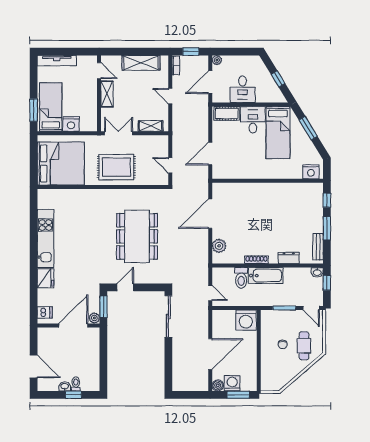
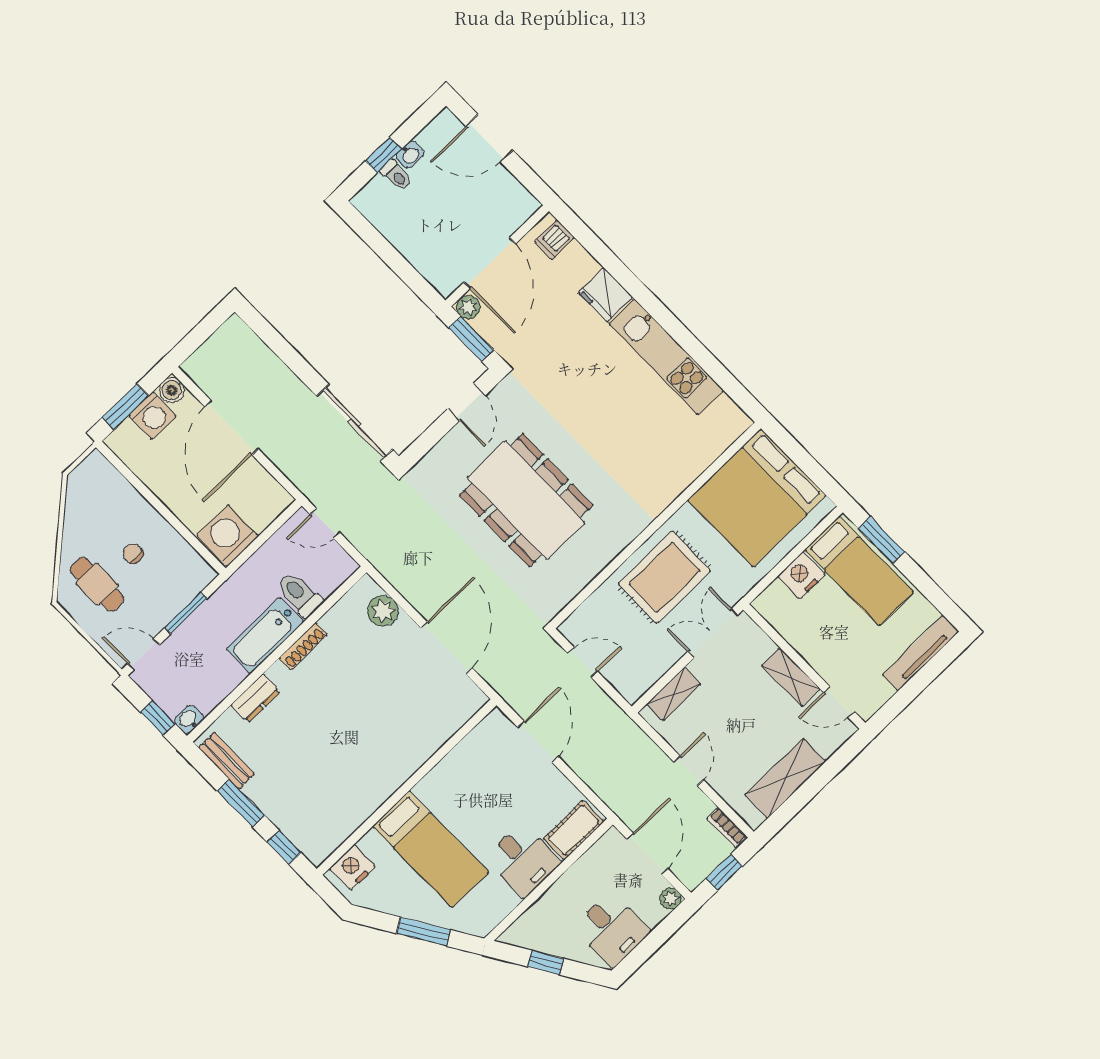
desk: (243, 89) -> (612, 929), moved, turned 180
door: (170, 96) -> (688, 771), hinge flipped
double door: (118, 133) -> (713, 633), swing flipped
bed: (278, 133) -> (431, 849), moved, turned 180

